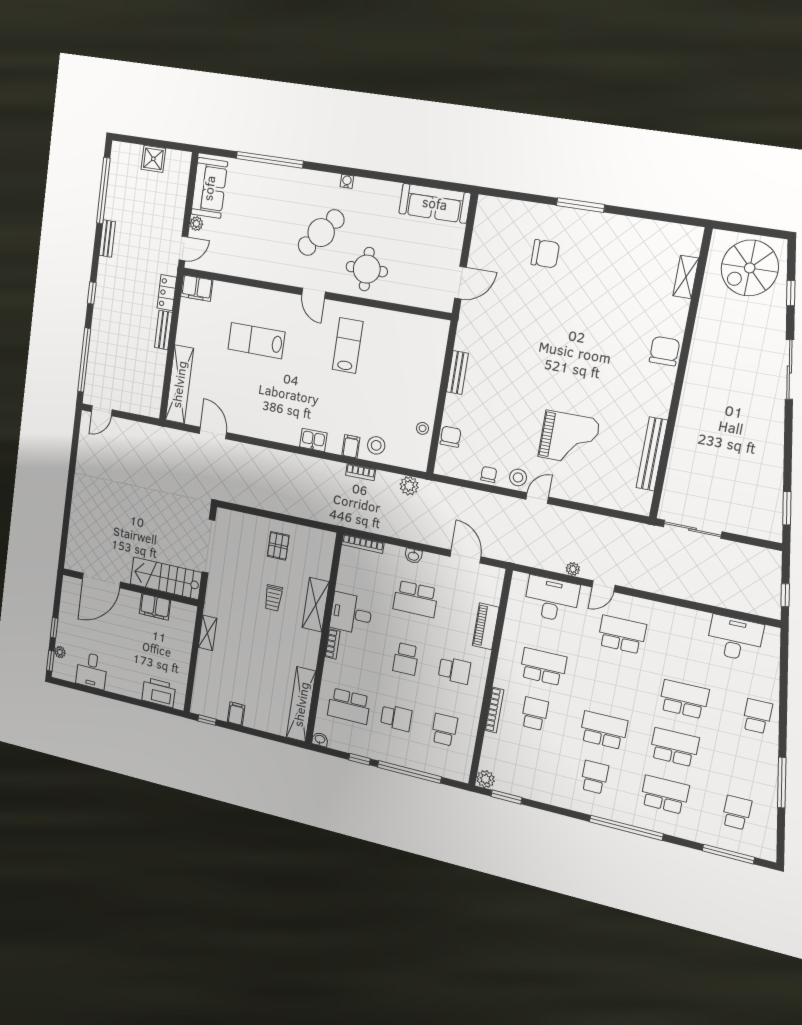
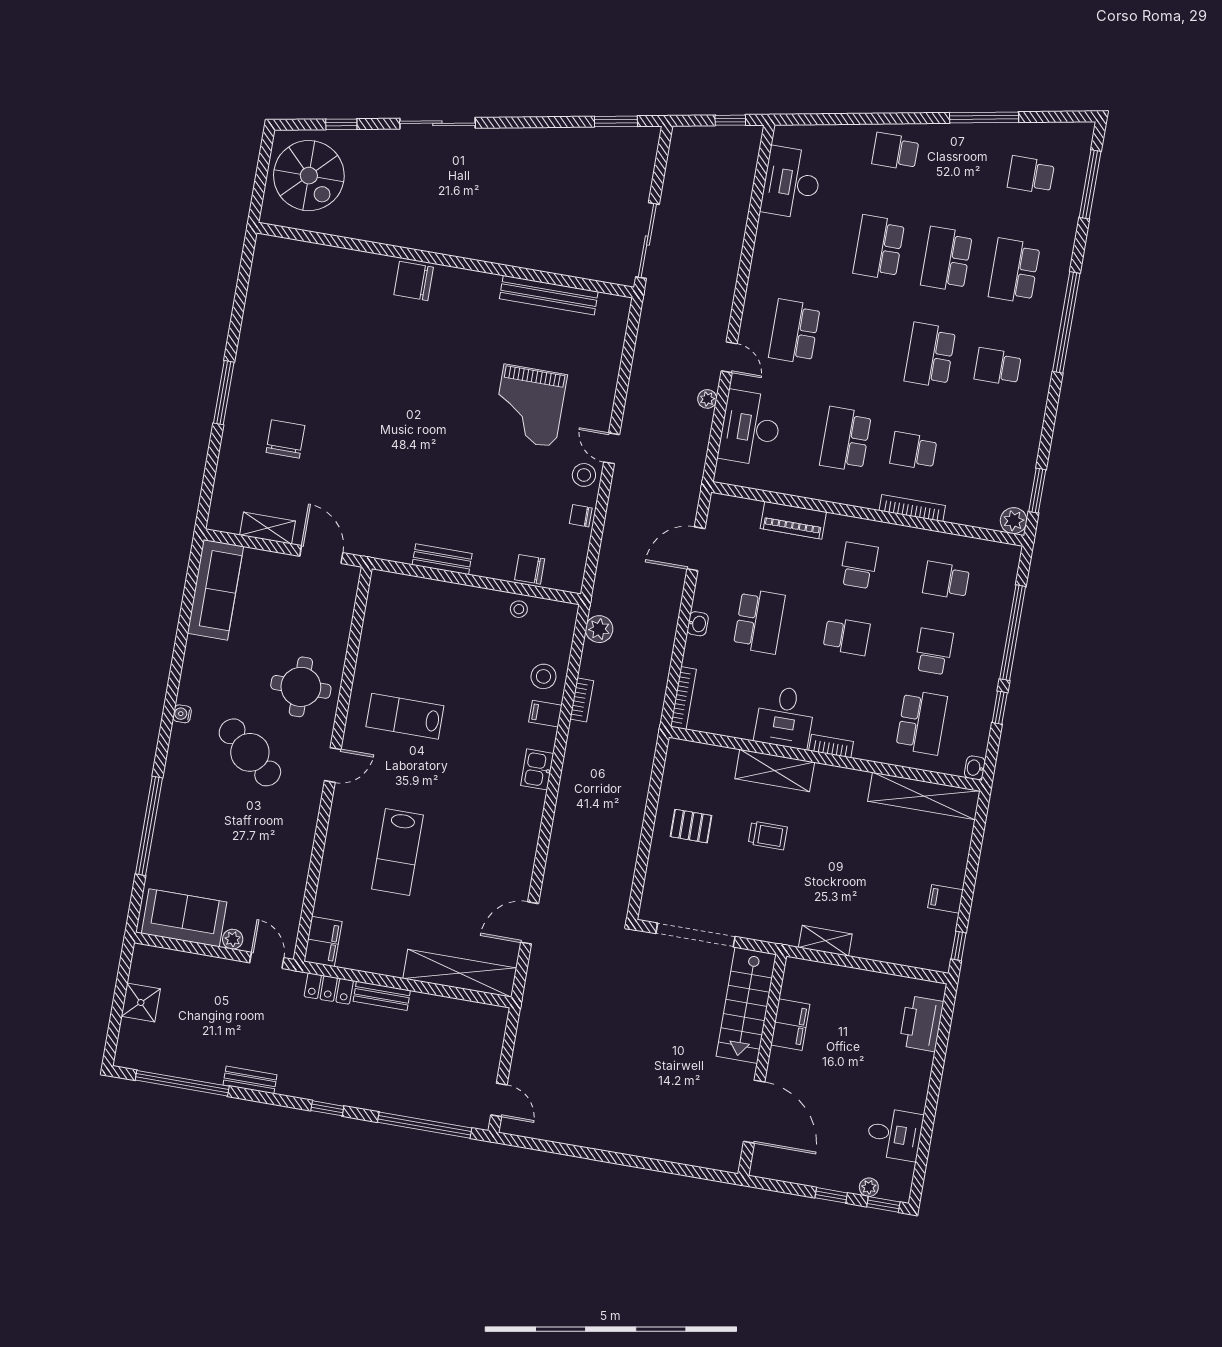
shelving: (686, 277) -> (267, 528), moved
grand piano: (569, 438) -> (529, 406), turned 180

